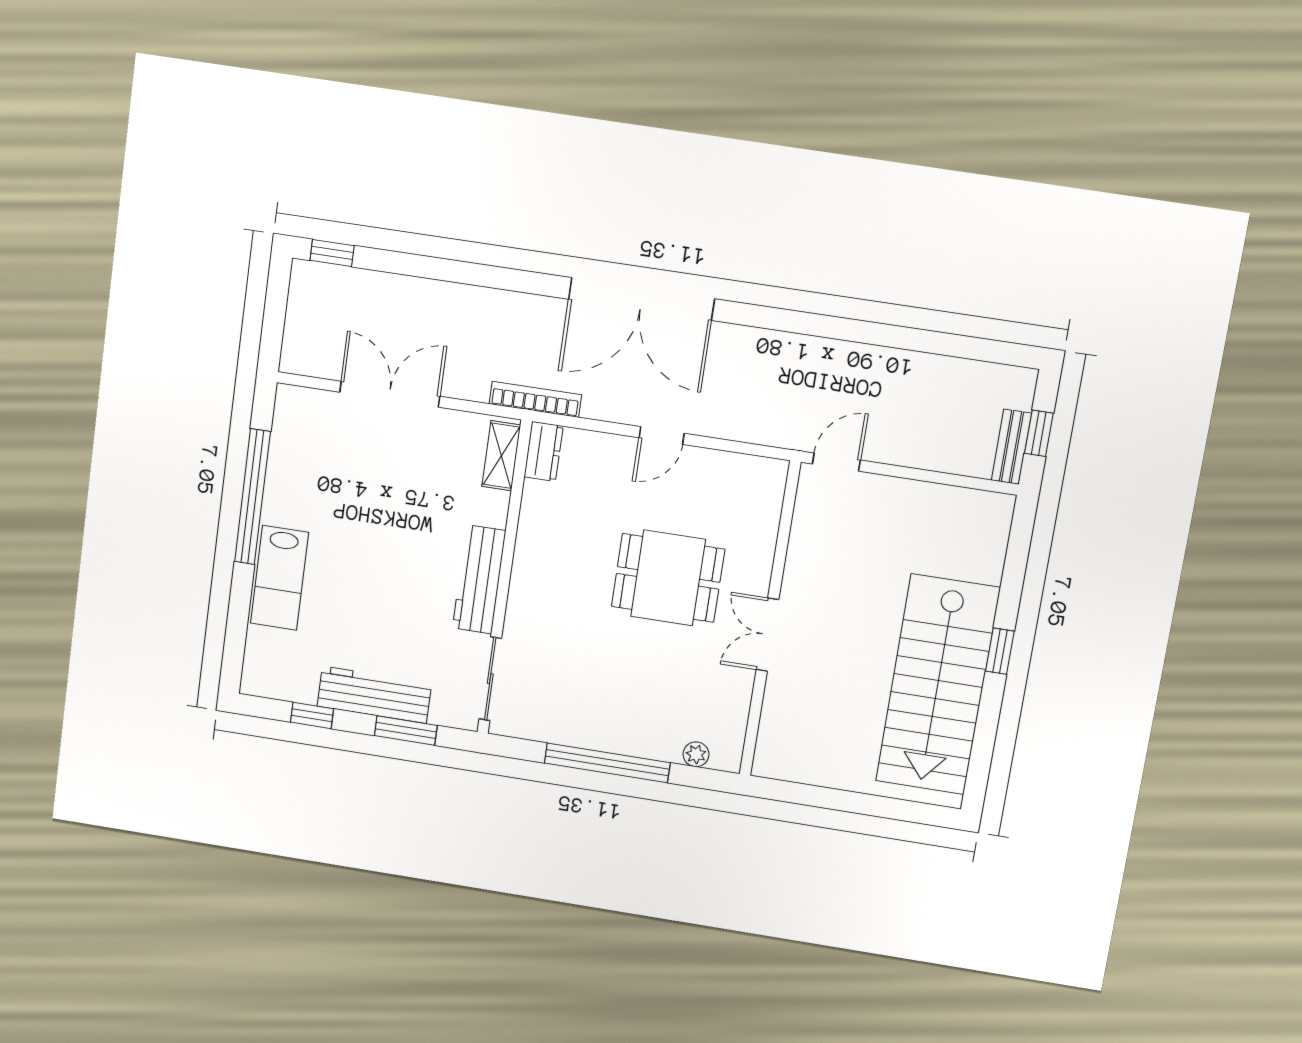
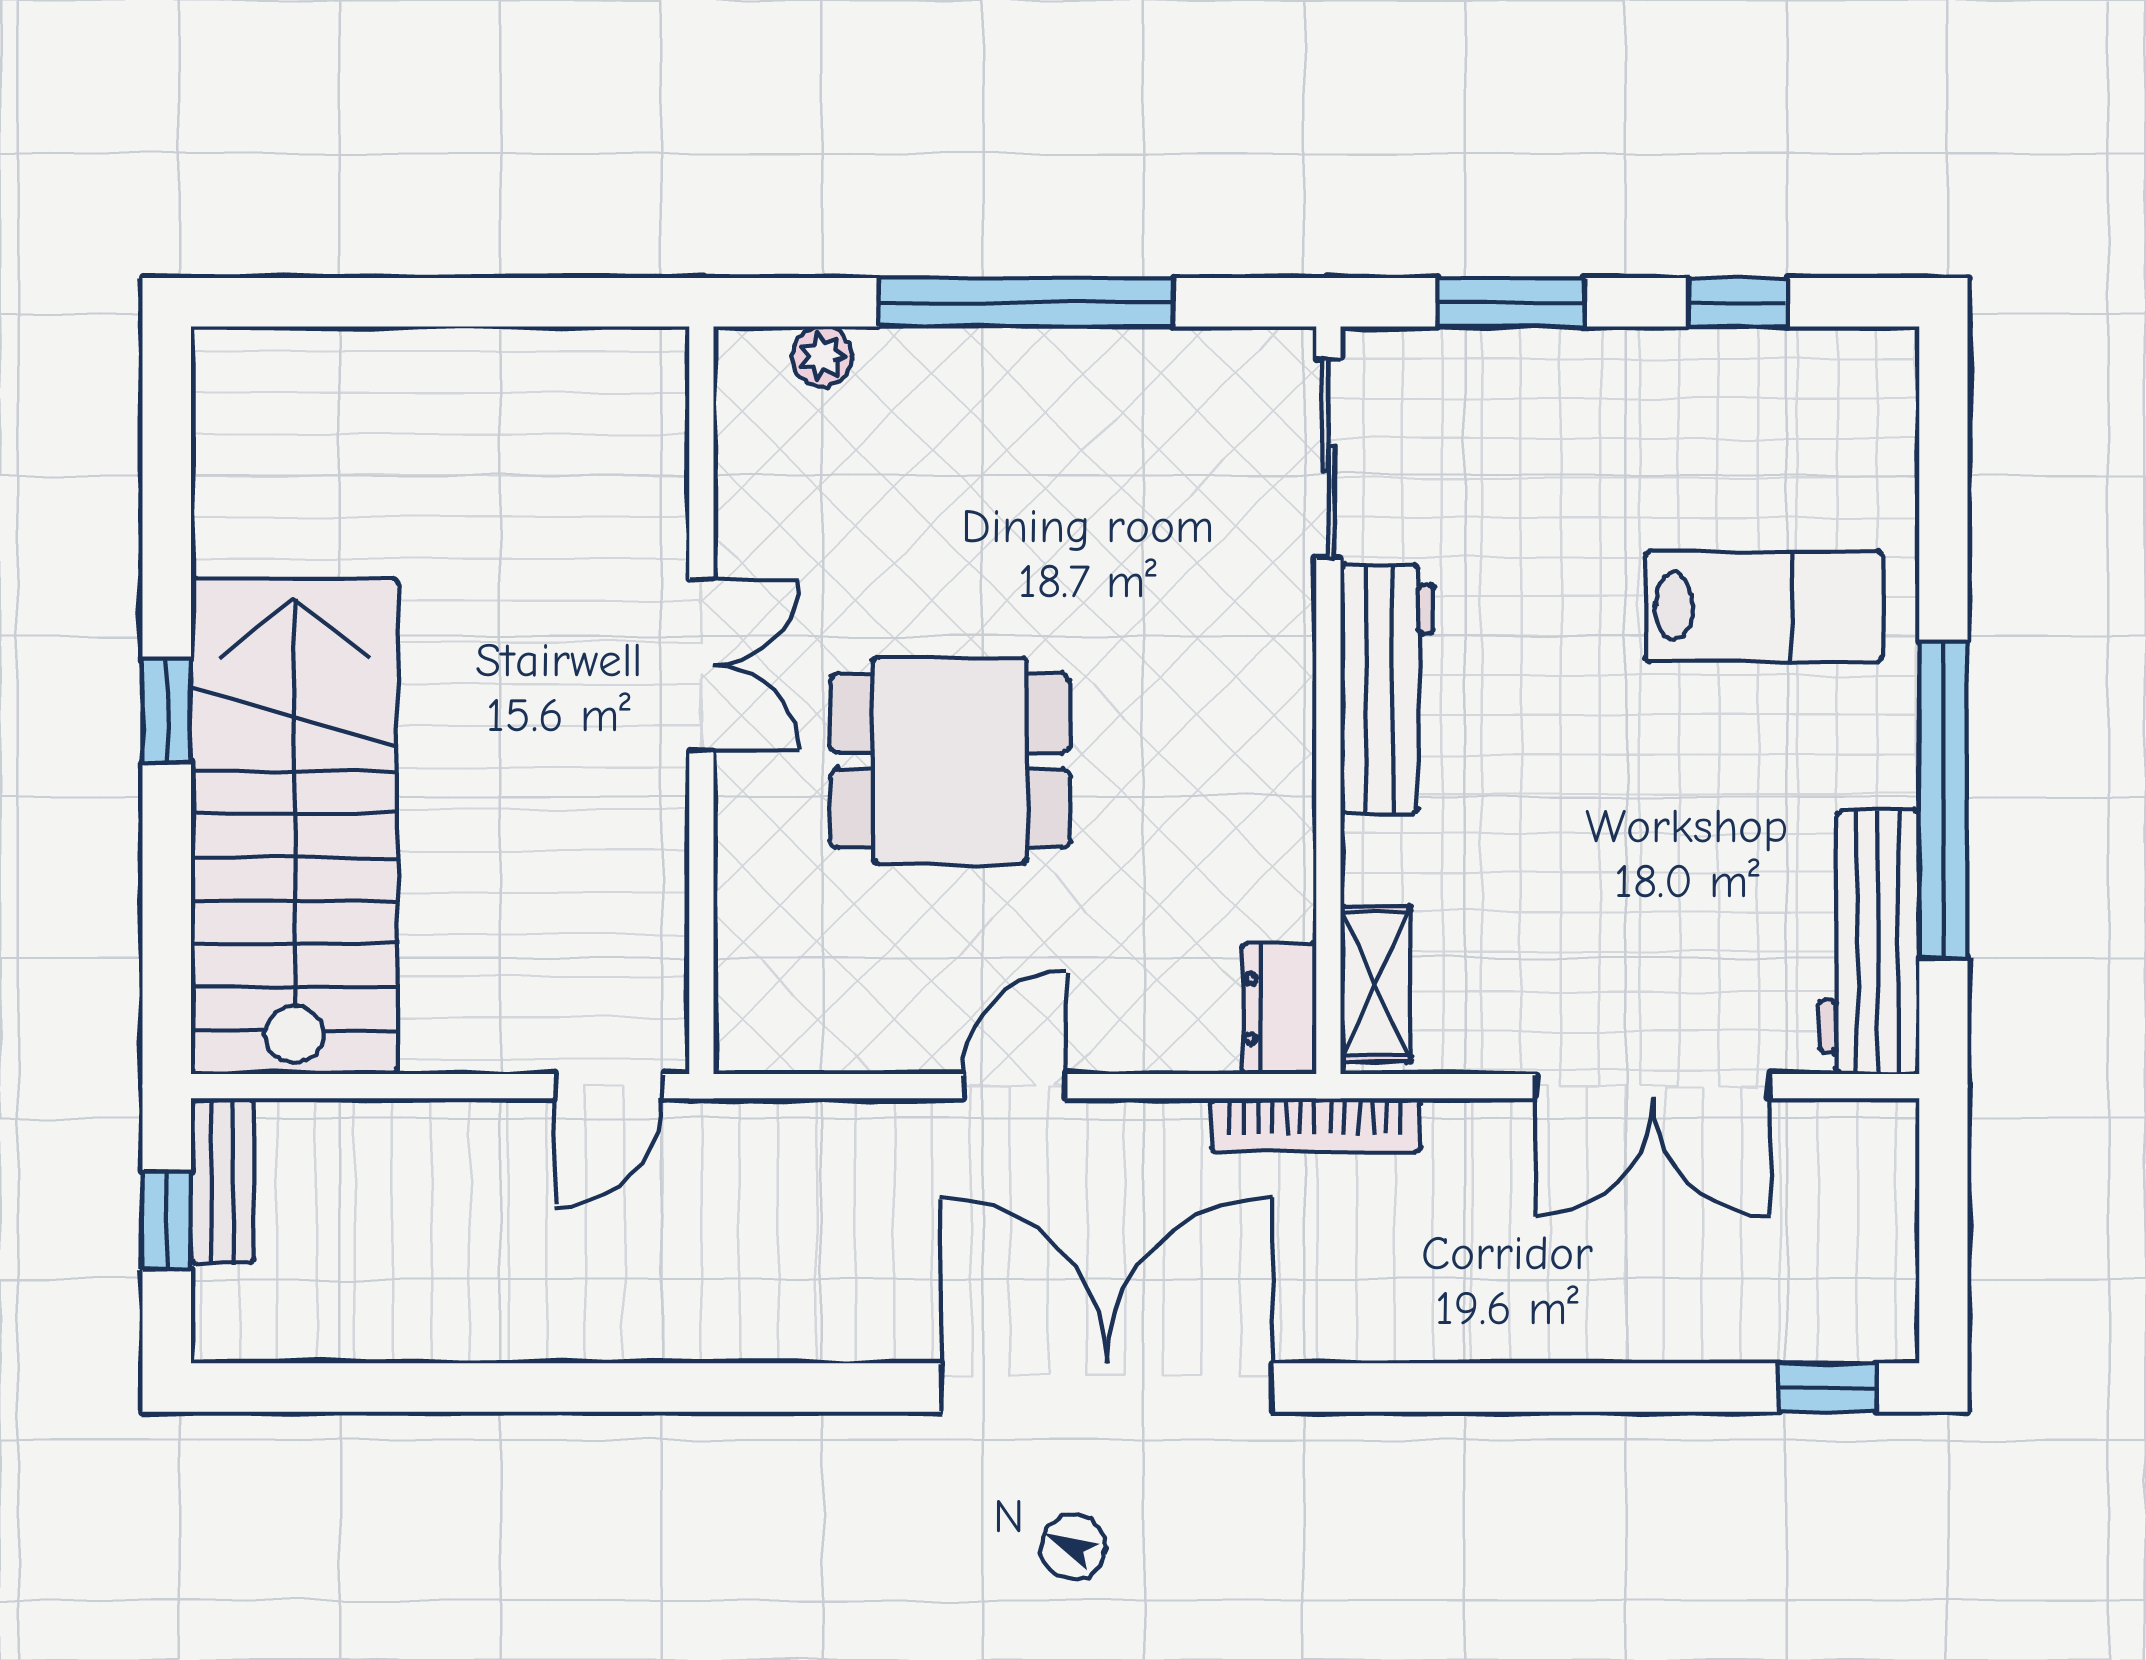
lab bench: (279, 578) -> (1764, 606), moved, turned 90
stairs: (938, 685) -> (294, 826), moved
workbench: (374, 695) -> (1870, 942), moved, turned 90

